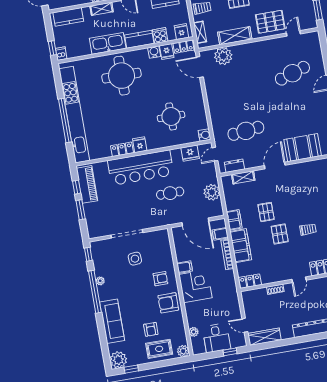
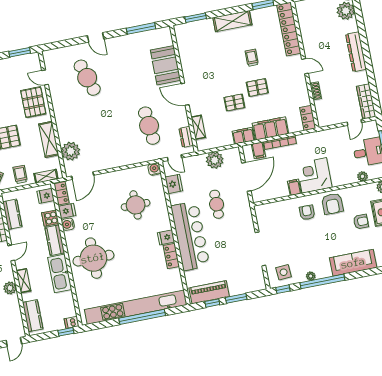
side table: (135, 259) -> (284, 272), moved

